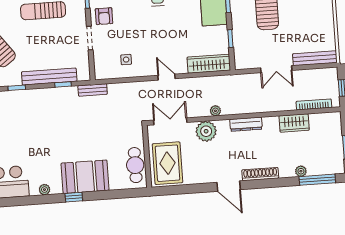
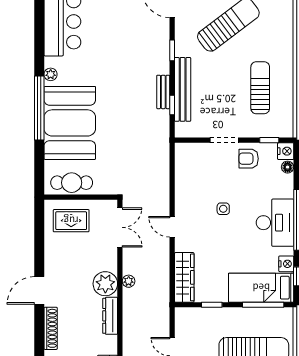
side table: (126, 60) -> (223, 209), moved
door: (167, 77) -> (172, 227), swing flipped
bench: (93, 90) -> (163, 92), moved
plant: (206, 131) -> (105, 284), moved
rug: (168, 163) -> (71, 221), width x0.73, depth x0.70
booth: (85, 177) -> (70, 123), width x1.36, depth x1.42
window: (74, 197) -> (39, 108), width x3.17

